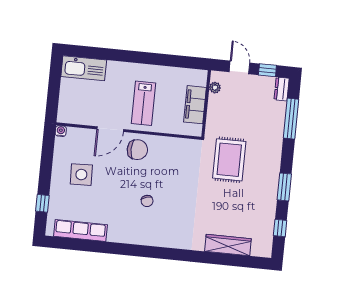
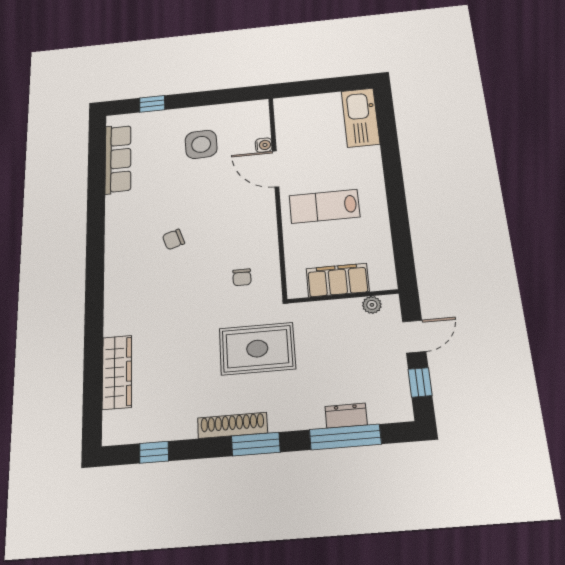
dresser: (282, 89) -> (346, 416), moved
water cooler: (61, 131) -> (264, 145), moved
chair: (137, 150) -> (242, 277), moved, width x0.54, depth x0.54
shoe rack: (273, 181) -> (232, 425), added
window: (284, 187) -> (256, 444), moved

